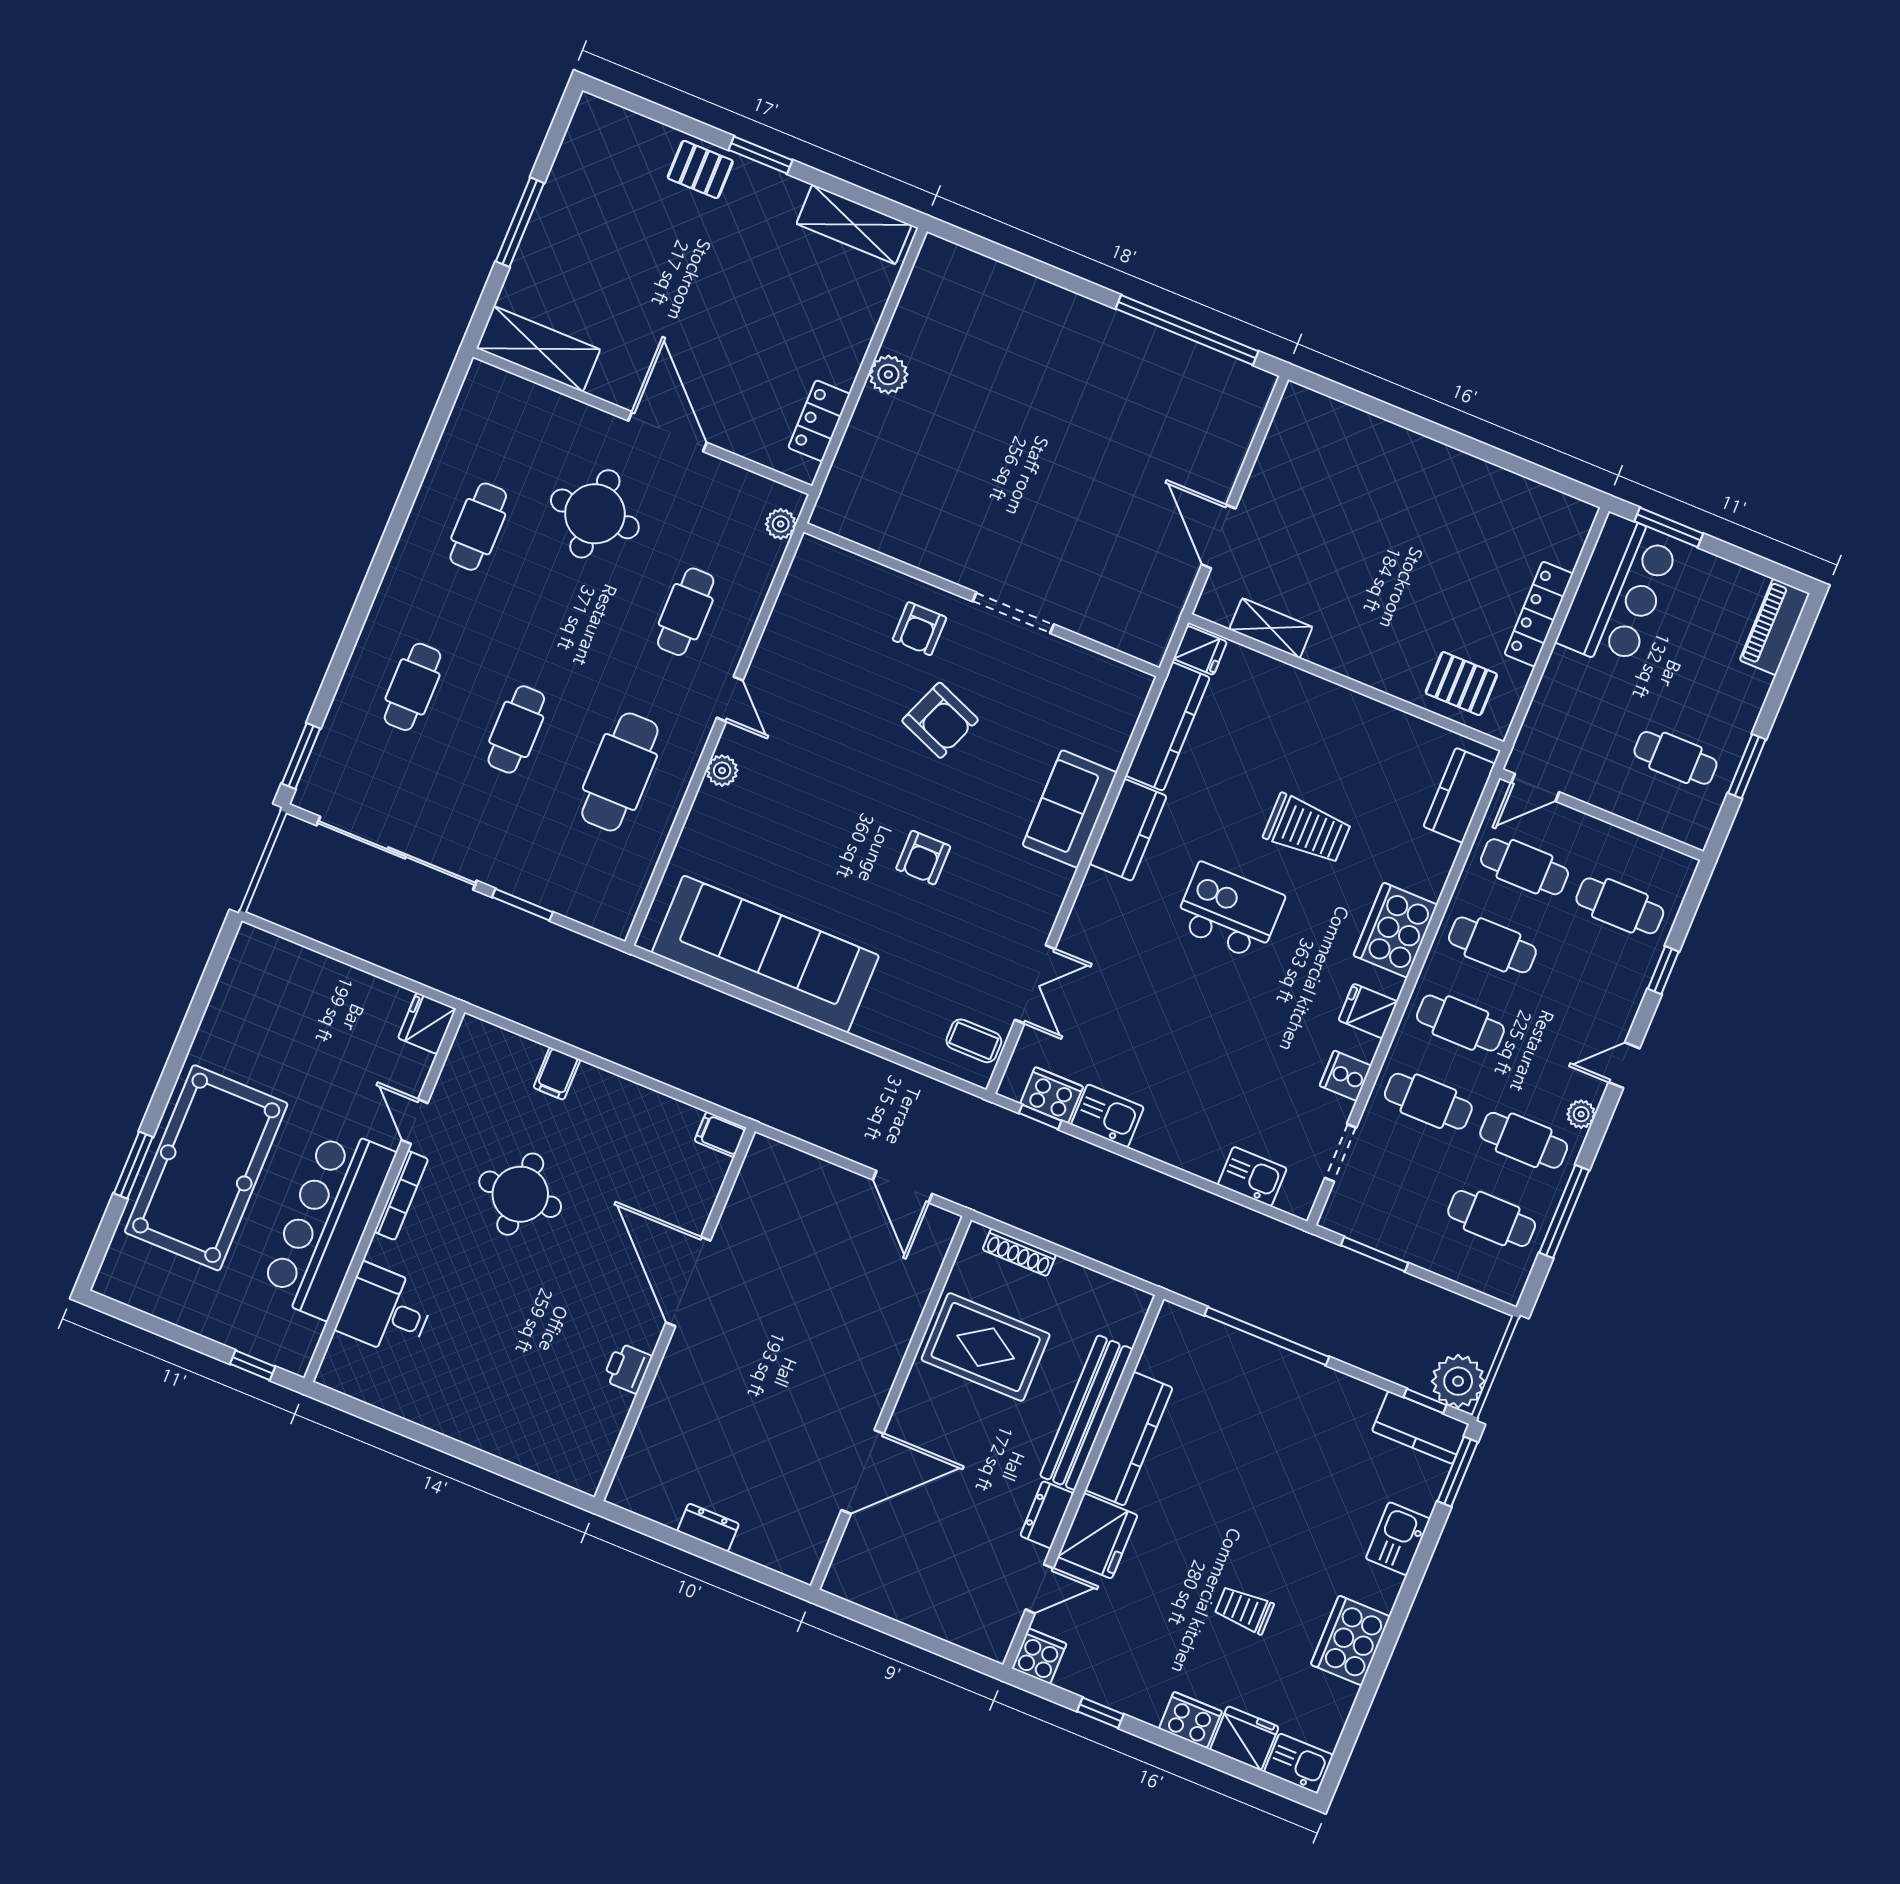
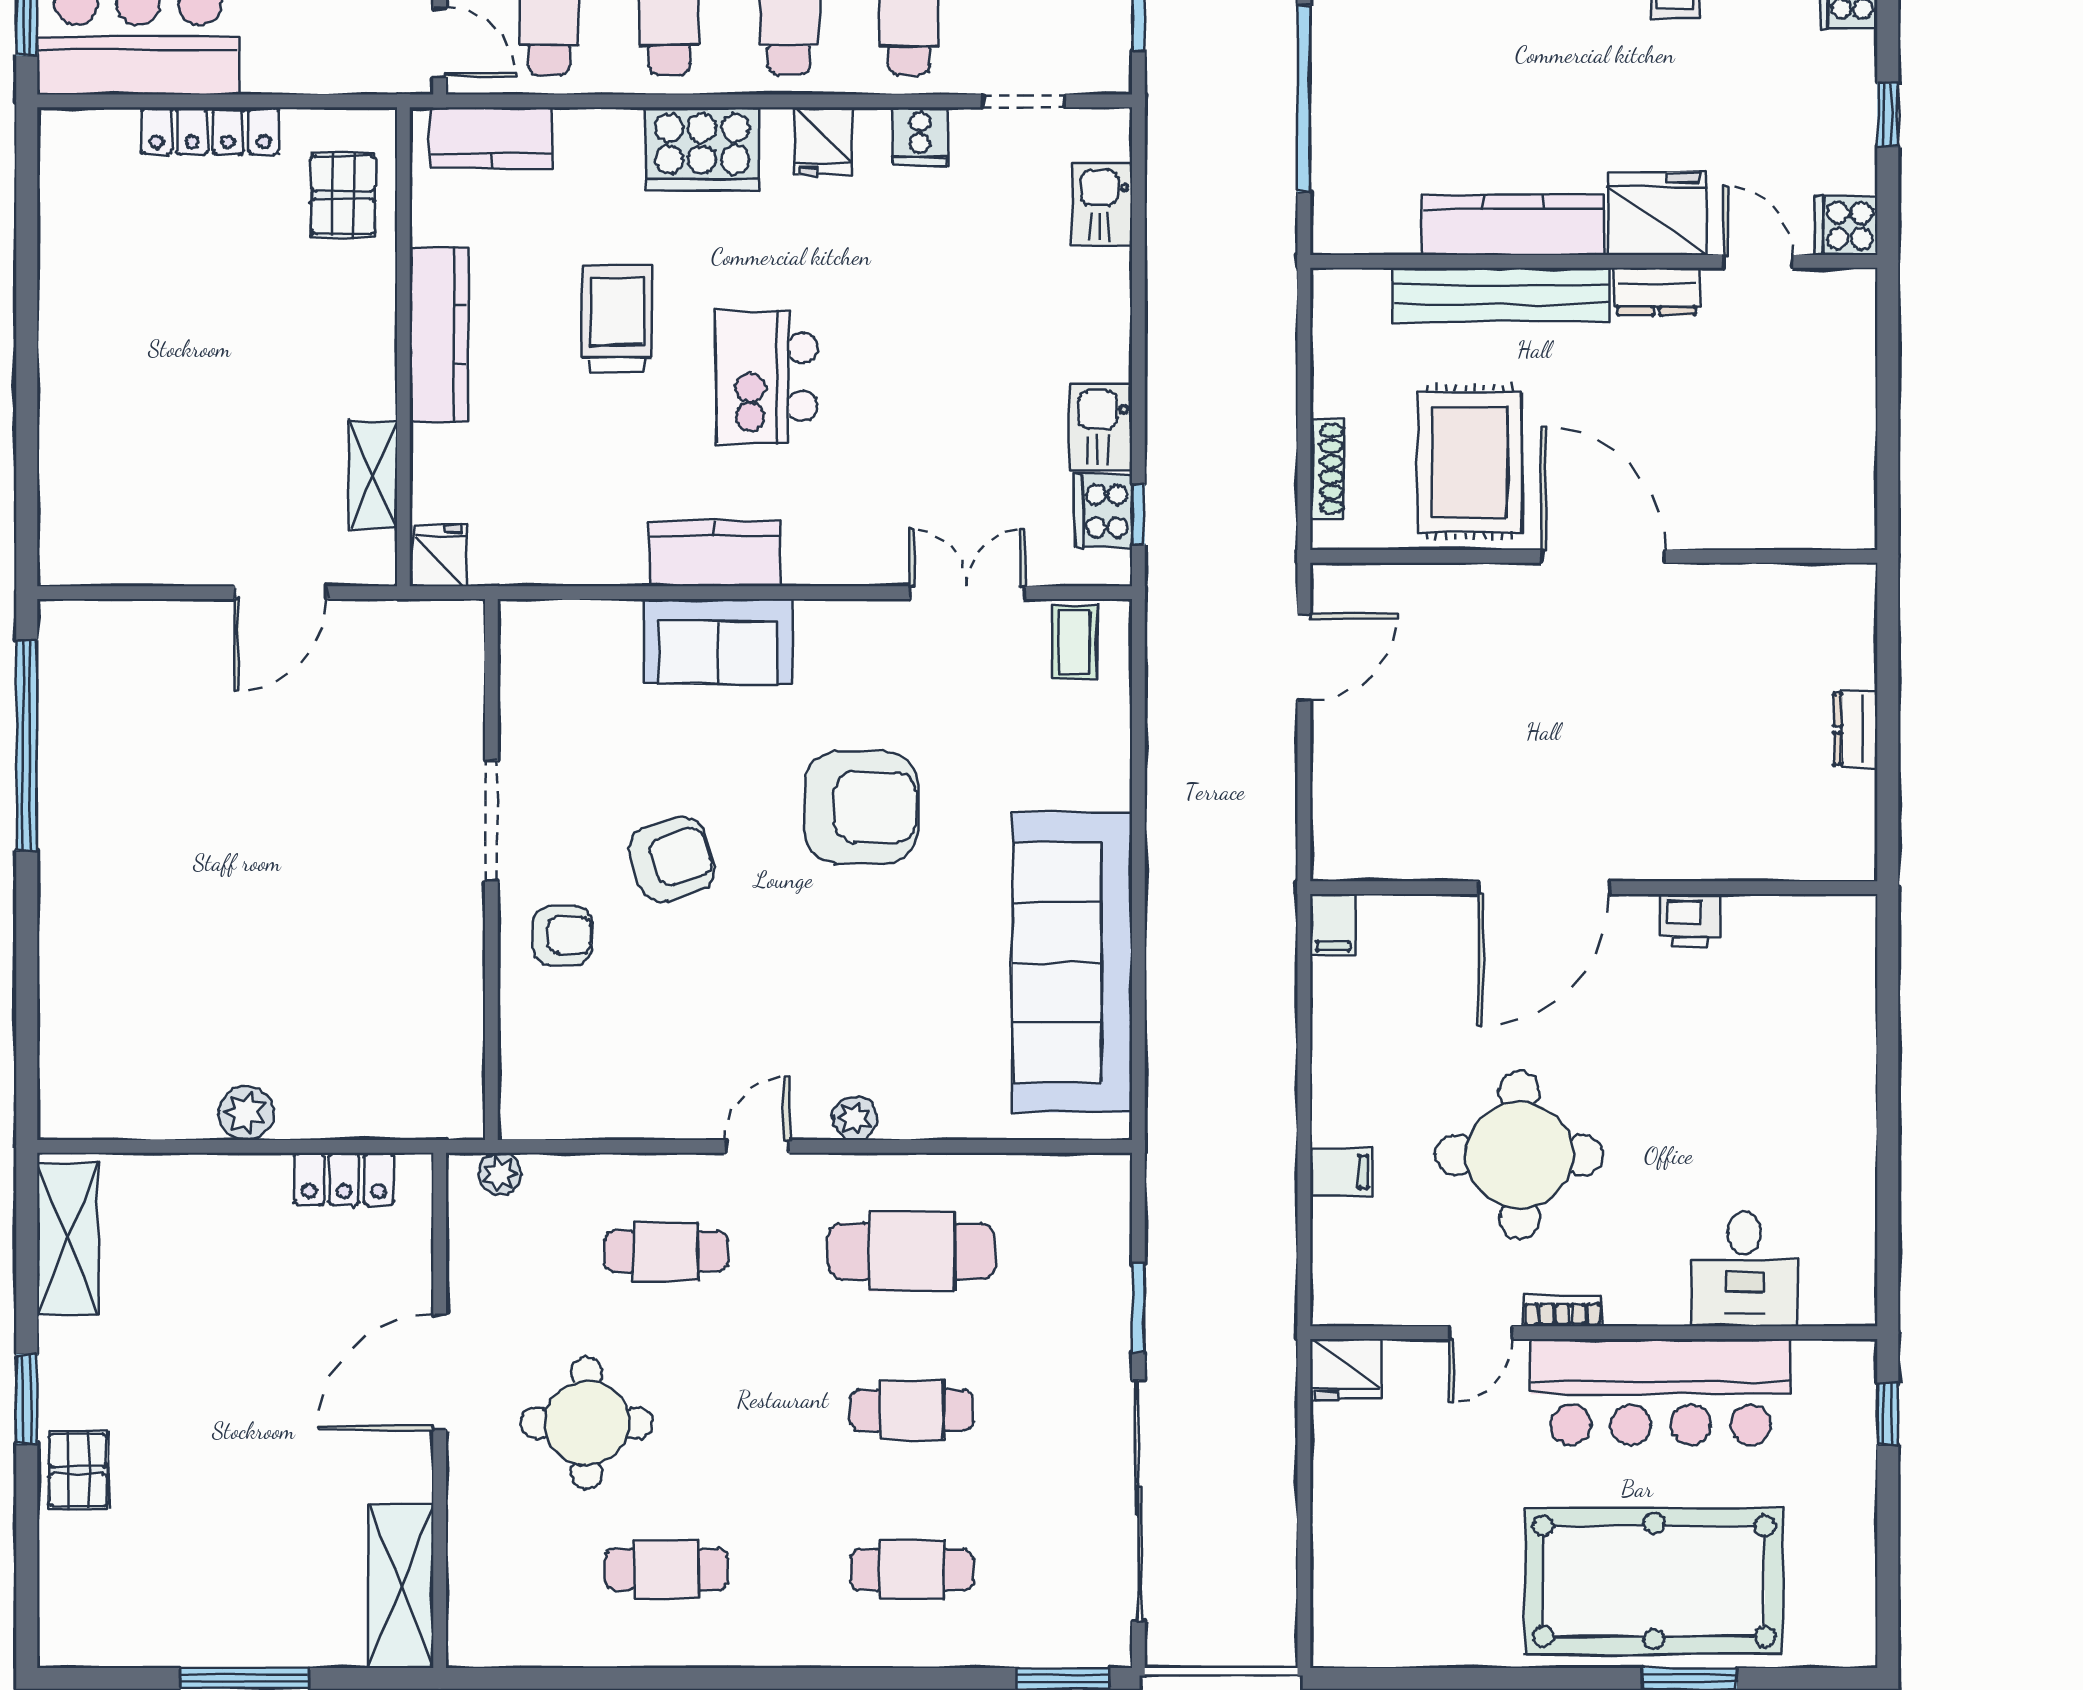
armchair: (940, 720) -> (672, 859), turned 51
kitchen counter: (1168, 726) -> (439, 335), moved, turned 90
armchair: (923, 858) -> (861, 807), width x1.88, depth x1.88
round table: (520, 1194) -> (1519, 1155), width x1.36, depth x1.36
bookcase: (401, 1195) -> (1563, 1310), width x0.64
door: (863, 1472) -> (1603, 556), moved

